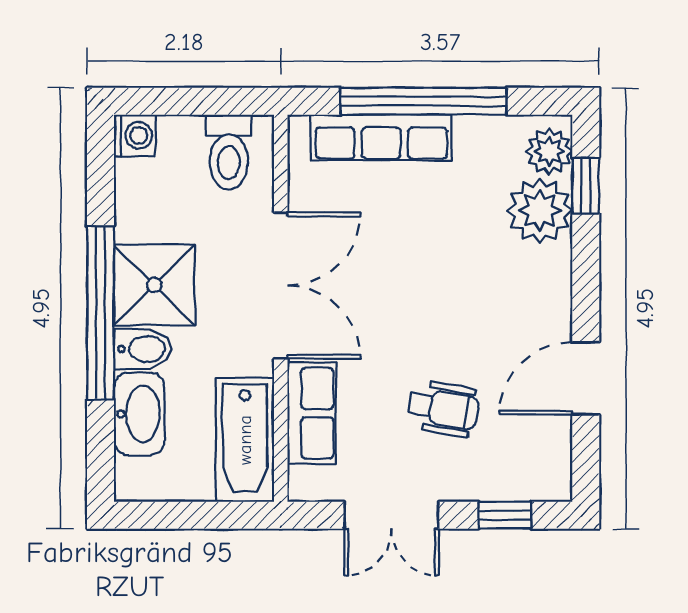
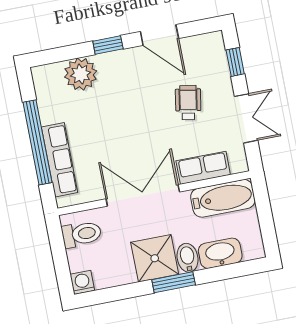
plant: (549, 151) -> (50, 75), removed
window: (586, 186) -> (108, 45), moved
window: (101, 313) -> (174, 282), width x0.47

